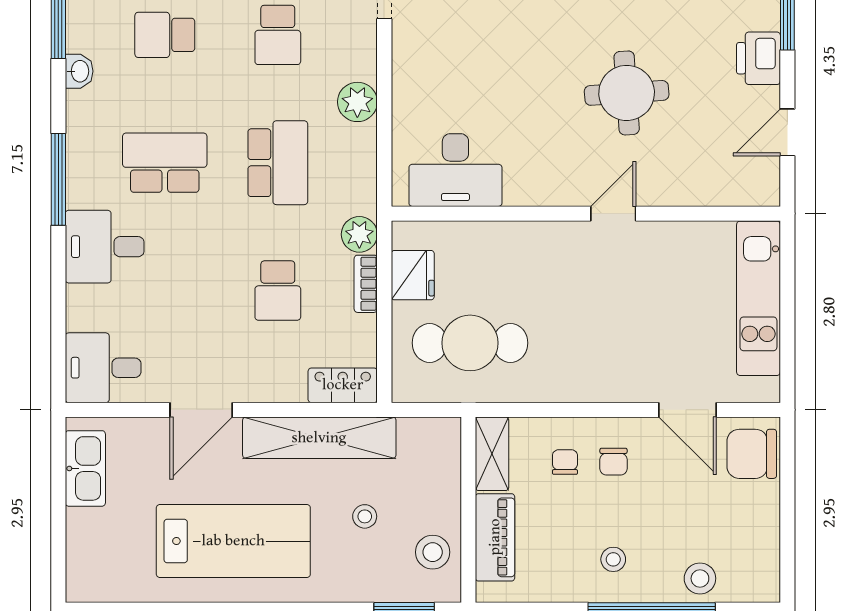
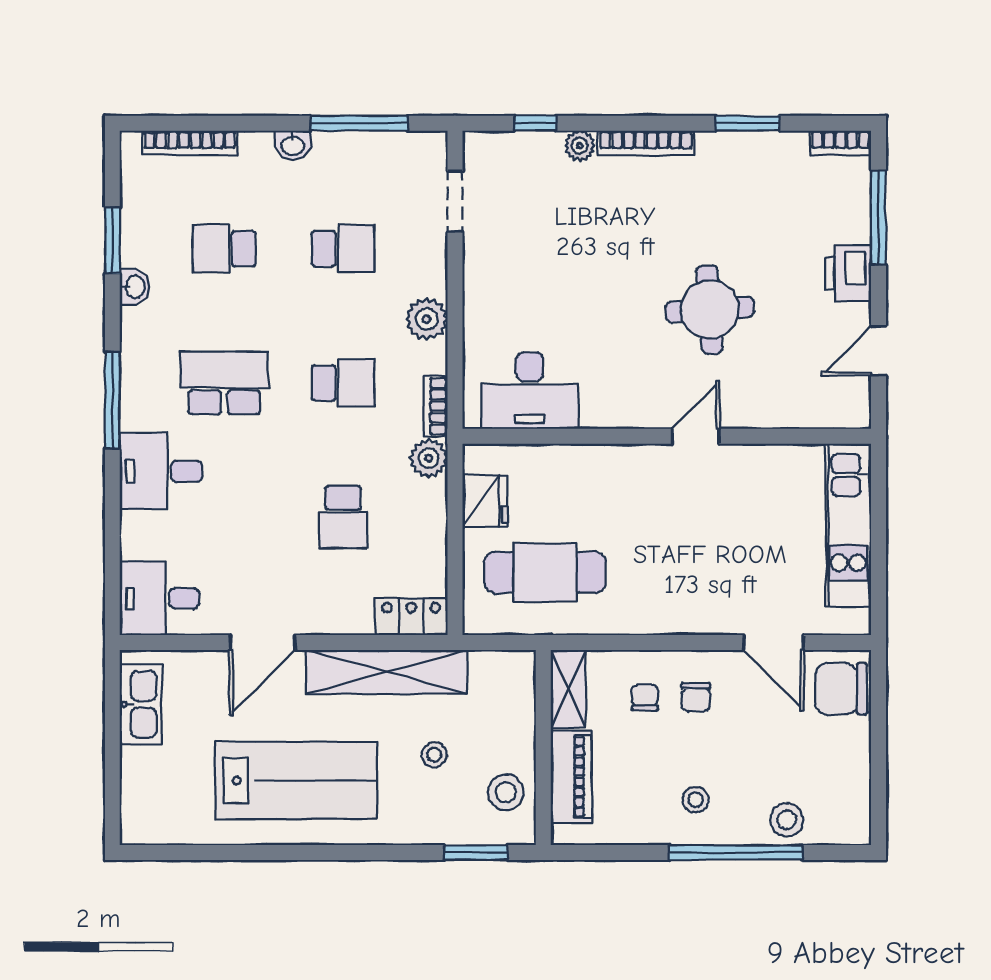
school desk: (278, 35) -> (343, 249), turned -90
school desk: (278, 163) -> (343, 383), width x0.54
bookcase: (366, 284) -> (435, 406), moved

